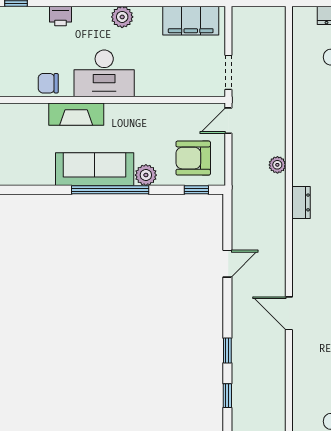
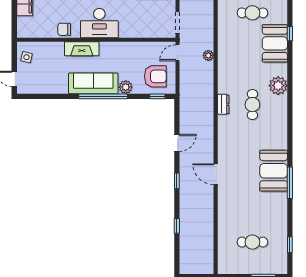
armchair: (193, 158) -> (155, 76), turned 180
plant: (277, 165) -> (208, 55), moved
window: (227, 350) -> (177, 181), moved

